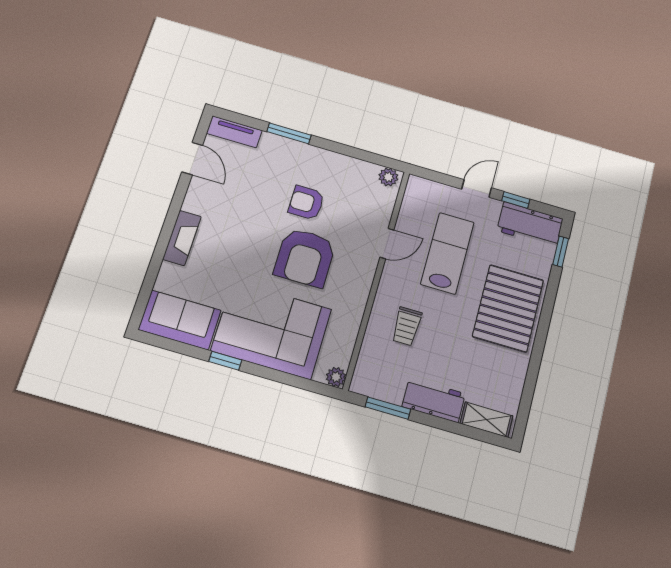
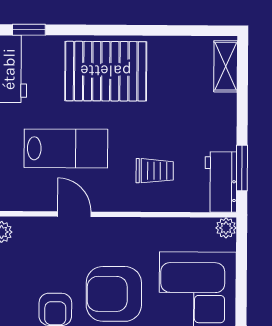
lab bench: (447, 253) -> (66, 148), turned 180
armchair: (305, 258) -> (114, 294), turned 180
workbench: (434, 400) -> (221, 182), moved

